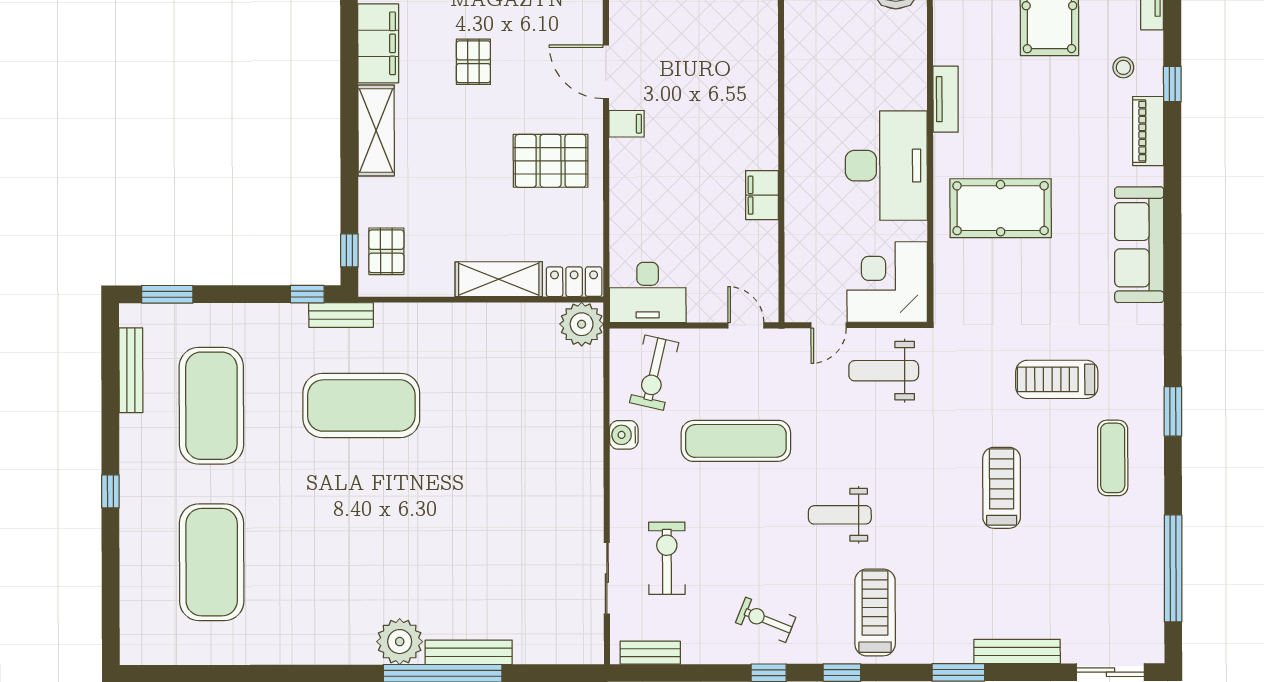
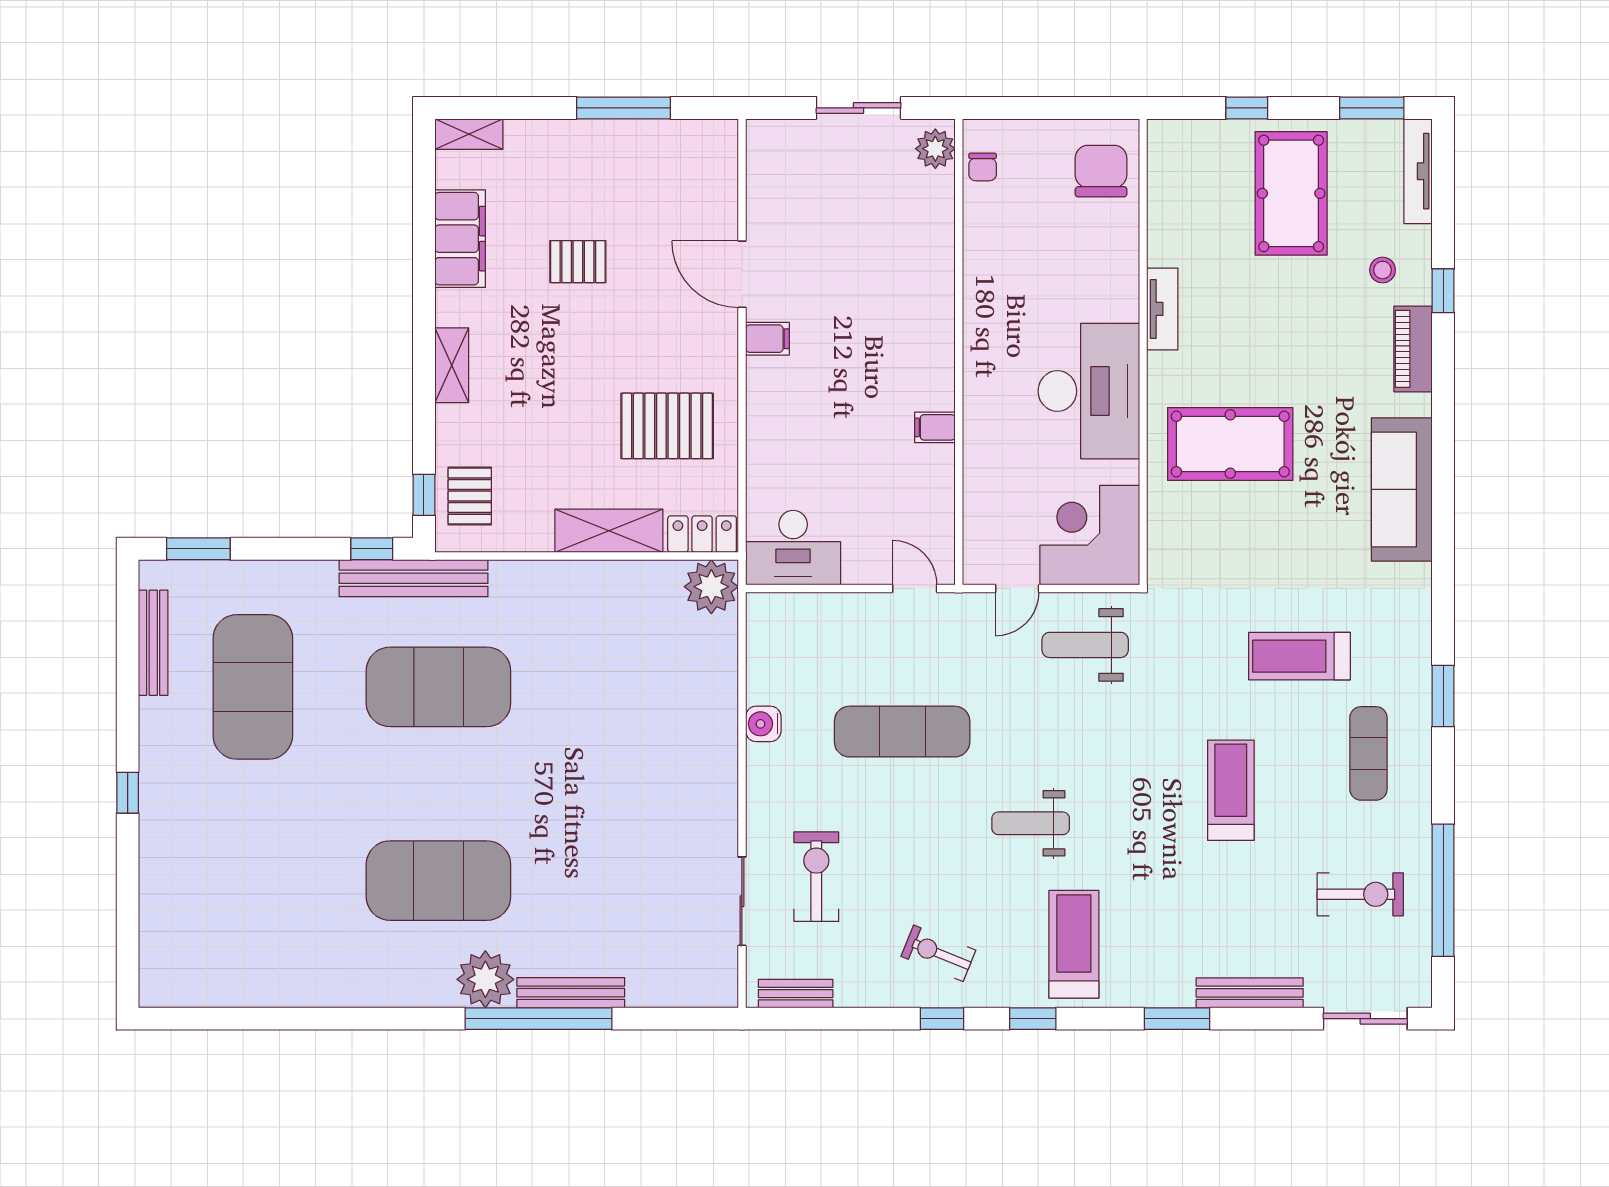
pallet: (473, 62) -> (578, 262), turned 90
shelving: (376, 131) -> (452, 365), width x0.67, depth x0.75
pallet: (551, 161) -> (667, 426), moved
filing cabinet: (762, 195) -> (935, 427), width x0.50
bench: (341, 315) -> (413, 578), width x1.86, depth x1.21
exercise bike: (654, 373) -> (1360, 894), moved, turned -103
exercise mat: (212, 562) -> (438, 881), moved, turned 90

